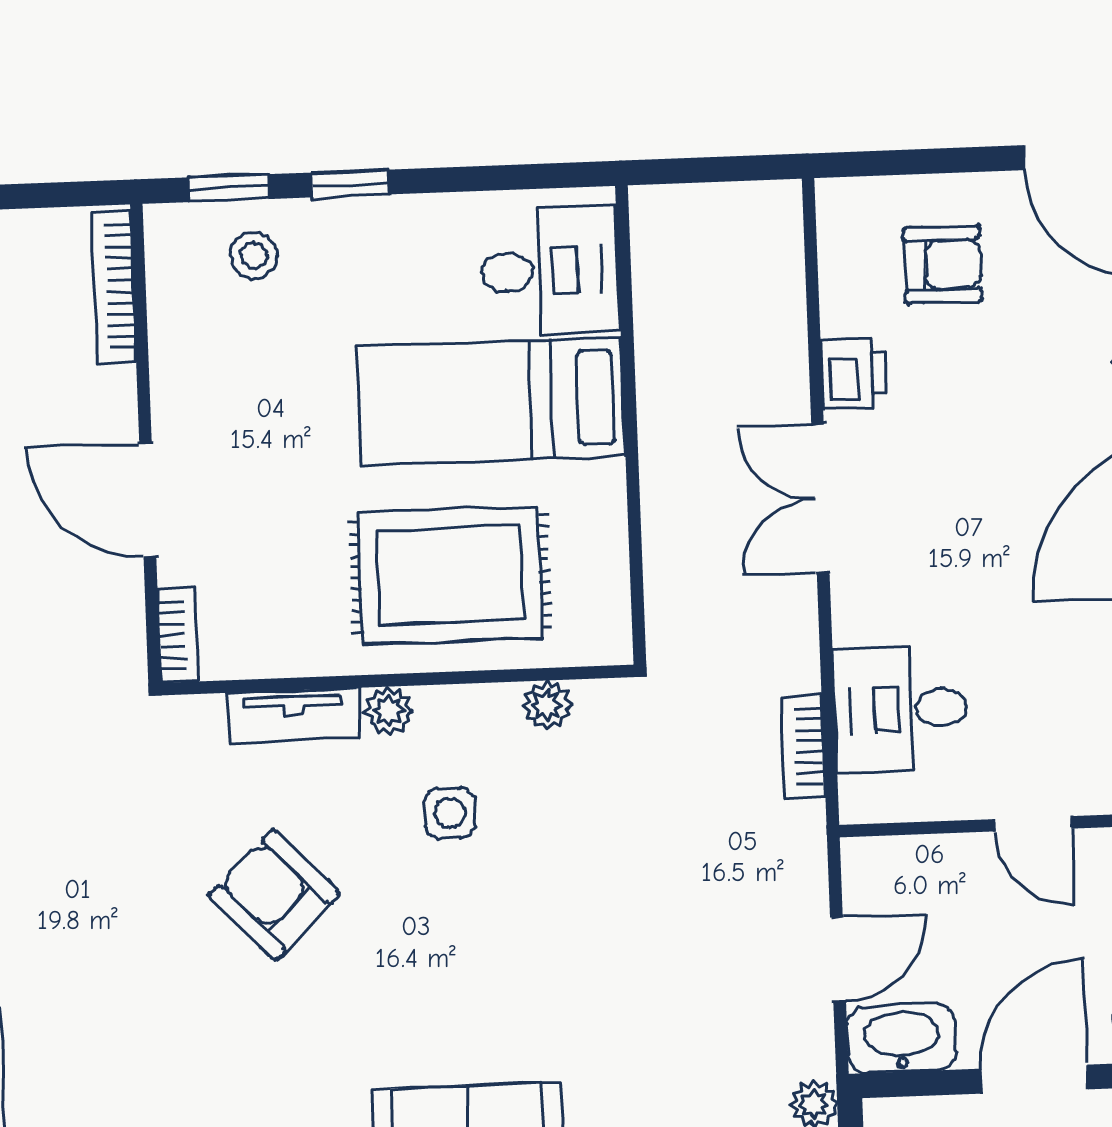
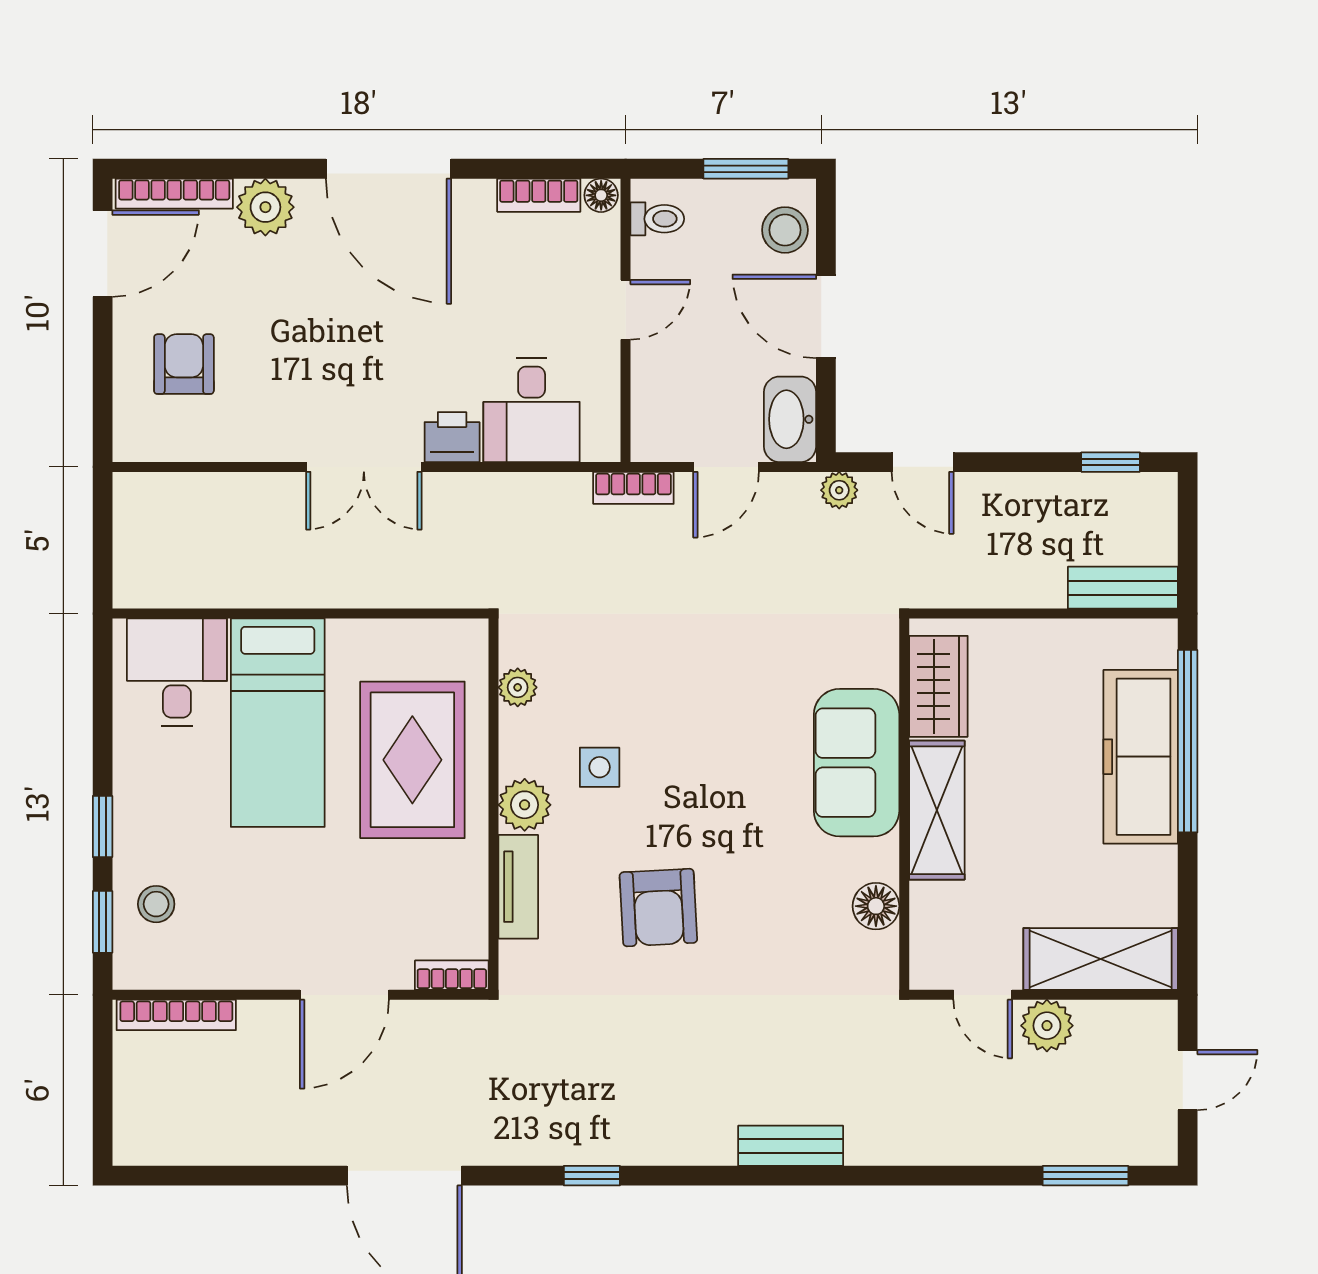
printer: (854, 373) -> (452, 437), moved
plant: (389, 711) -> (525, 805), width x1.38, depth x1.38
bookcase: (803, 747) -> (633, 488), moved
armchair: (274, 895) -> (658, 908), turned -49
door: (838, 959) -> (726, 467), swing flipped

